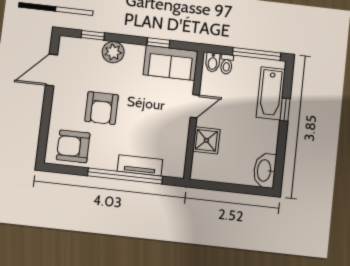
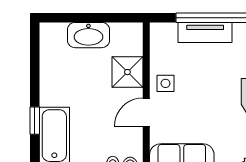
side table: (177, 128) -> (165, 83), added
washbasin: (265, 171) -> (88, 35), moved, turned 90

